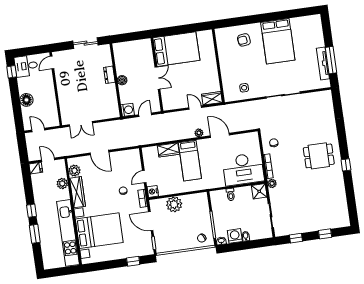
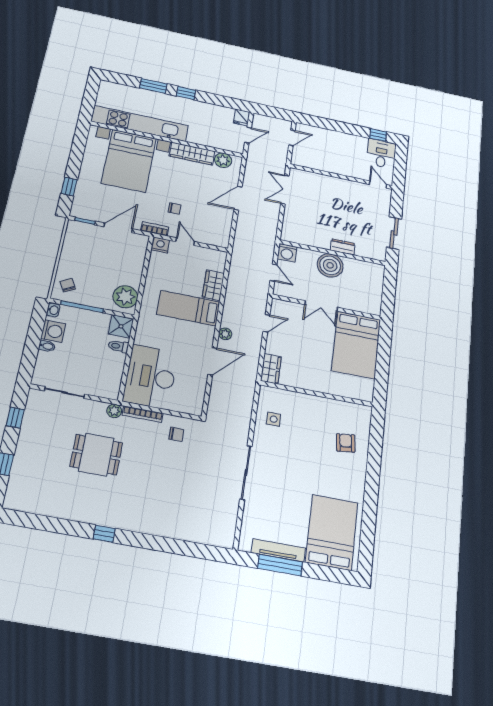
bed: (278, 41) -> (332, 532), moved, turned 90
boiler: (122, 80) -> (330, 265), width x1.86, depth x1.86
floor lamp: (26, 100) -> (336, 138), removed
door: (195, 108) -> (266, 323), moved
dining table: (319, 156) -> (96, 455), moved, turned 90
plant: (62, 184) -> (210, 140), removed
shower: (259, 191) -> (121, 326), moved
plant: (174, 204) -> (125, 297), moved

